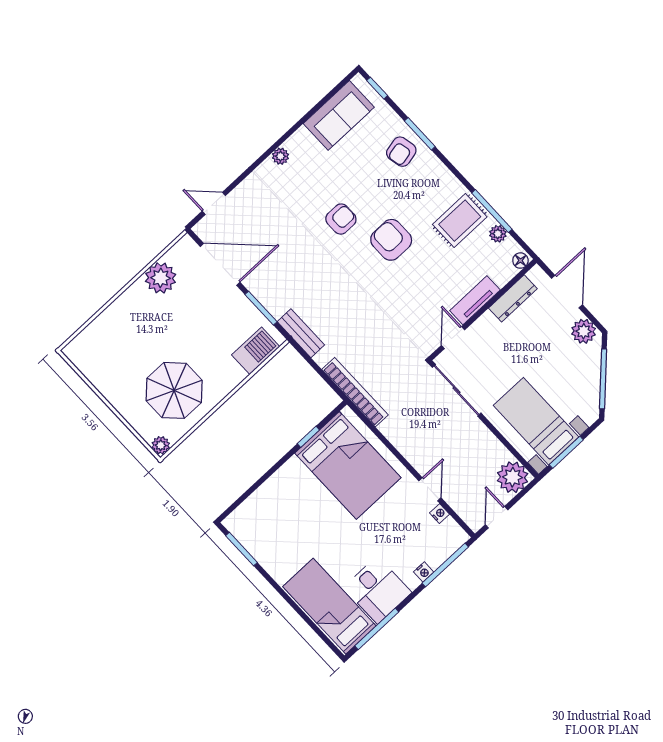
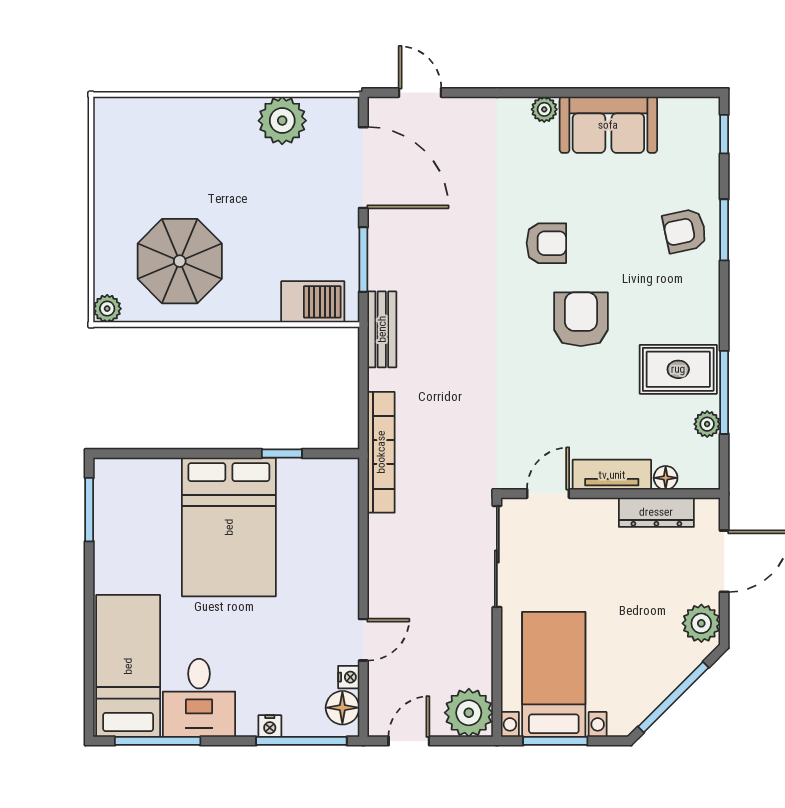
sofa: (339, 115) -> (608, 125), moved
floor lamp: (520, 261) -> (666, 478), moved
bed: (348, 465) -> (229, 527), moved
floor lamp: (450, 531) -> (342, 708), added

